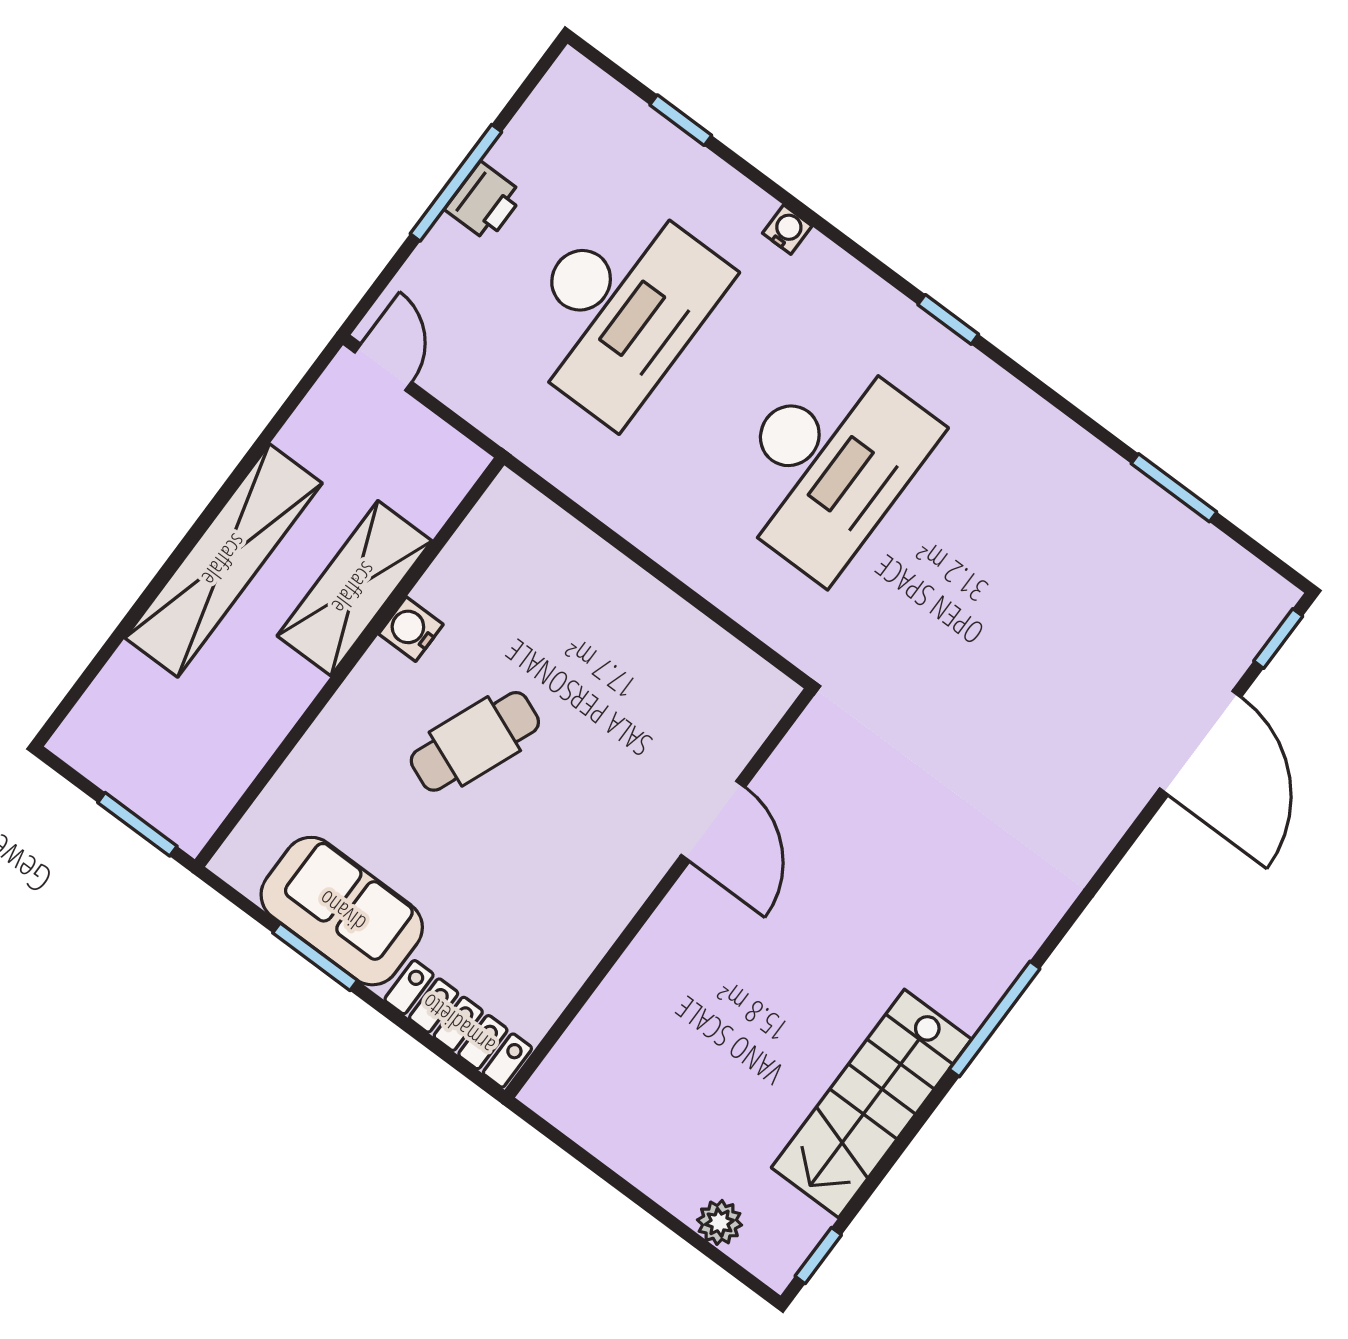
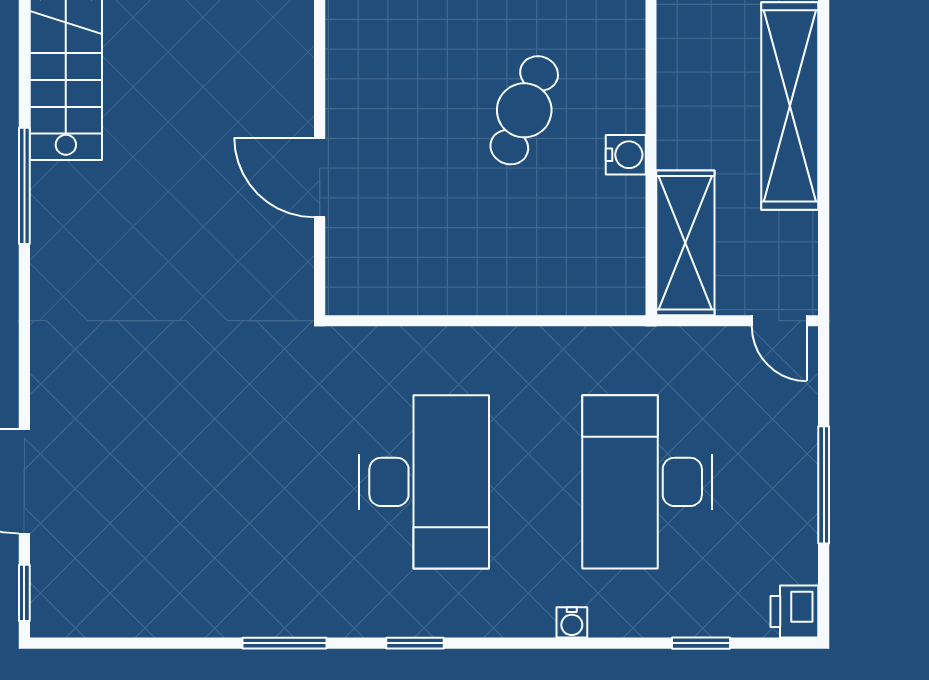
printer: (484, 202) -> (794, 612), moved
desk: (827, 464) -> (424, 482), turned 180
window: (1174, 488) -> (284, 643), moved
shelving: (354, 588) -> (685, 243), moved

